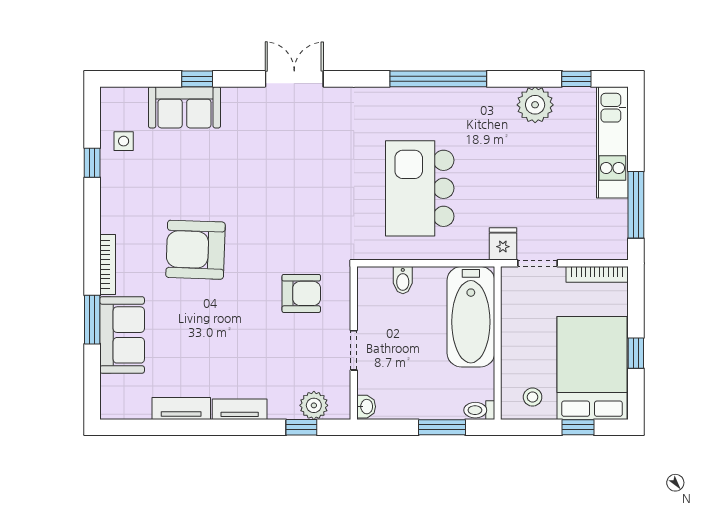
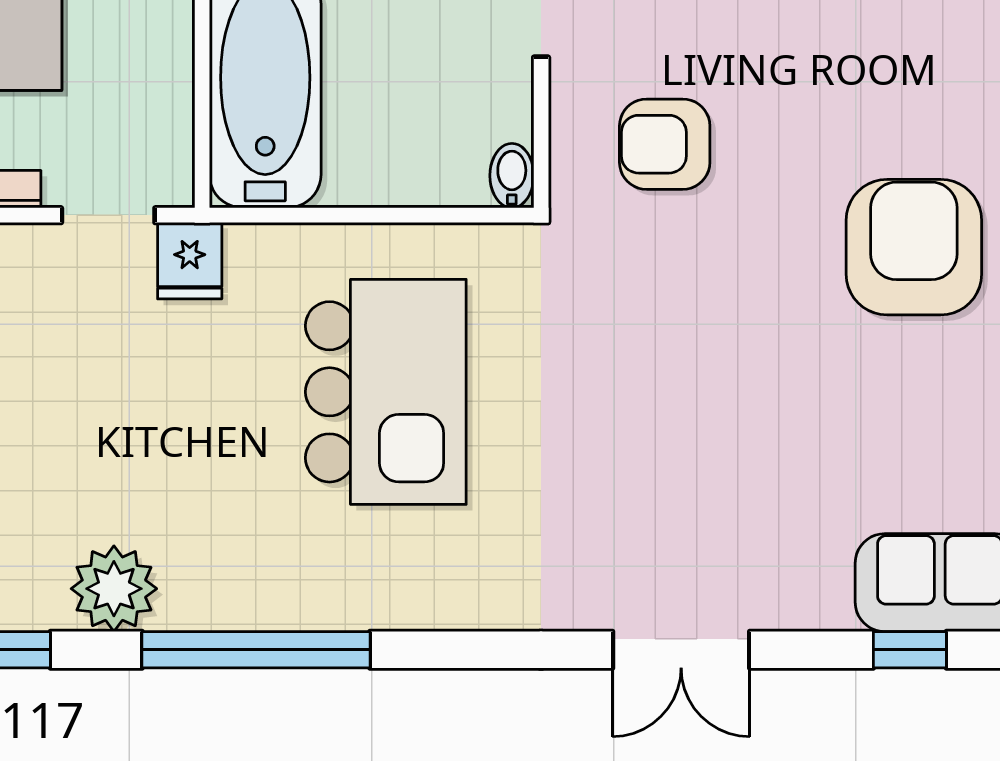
window: (438, 79) -> (256, 650), moved
armchair: (195, 250) -> (914, 247), turned -92
bidet: (403, 280) -> (512, 176), moved

